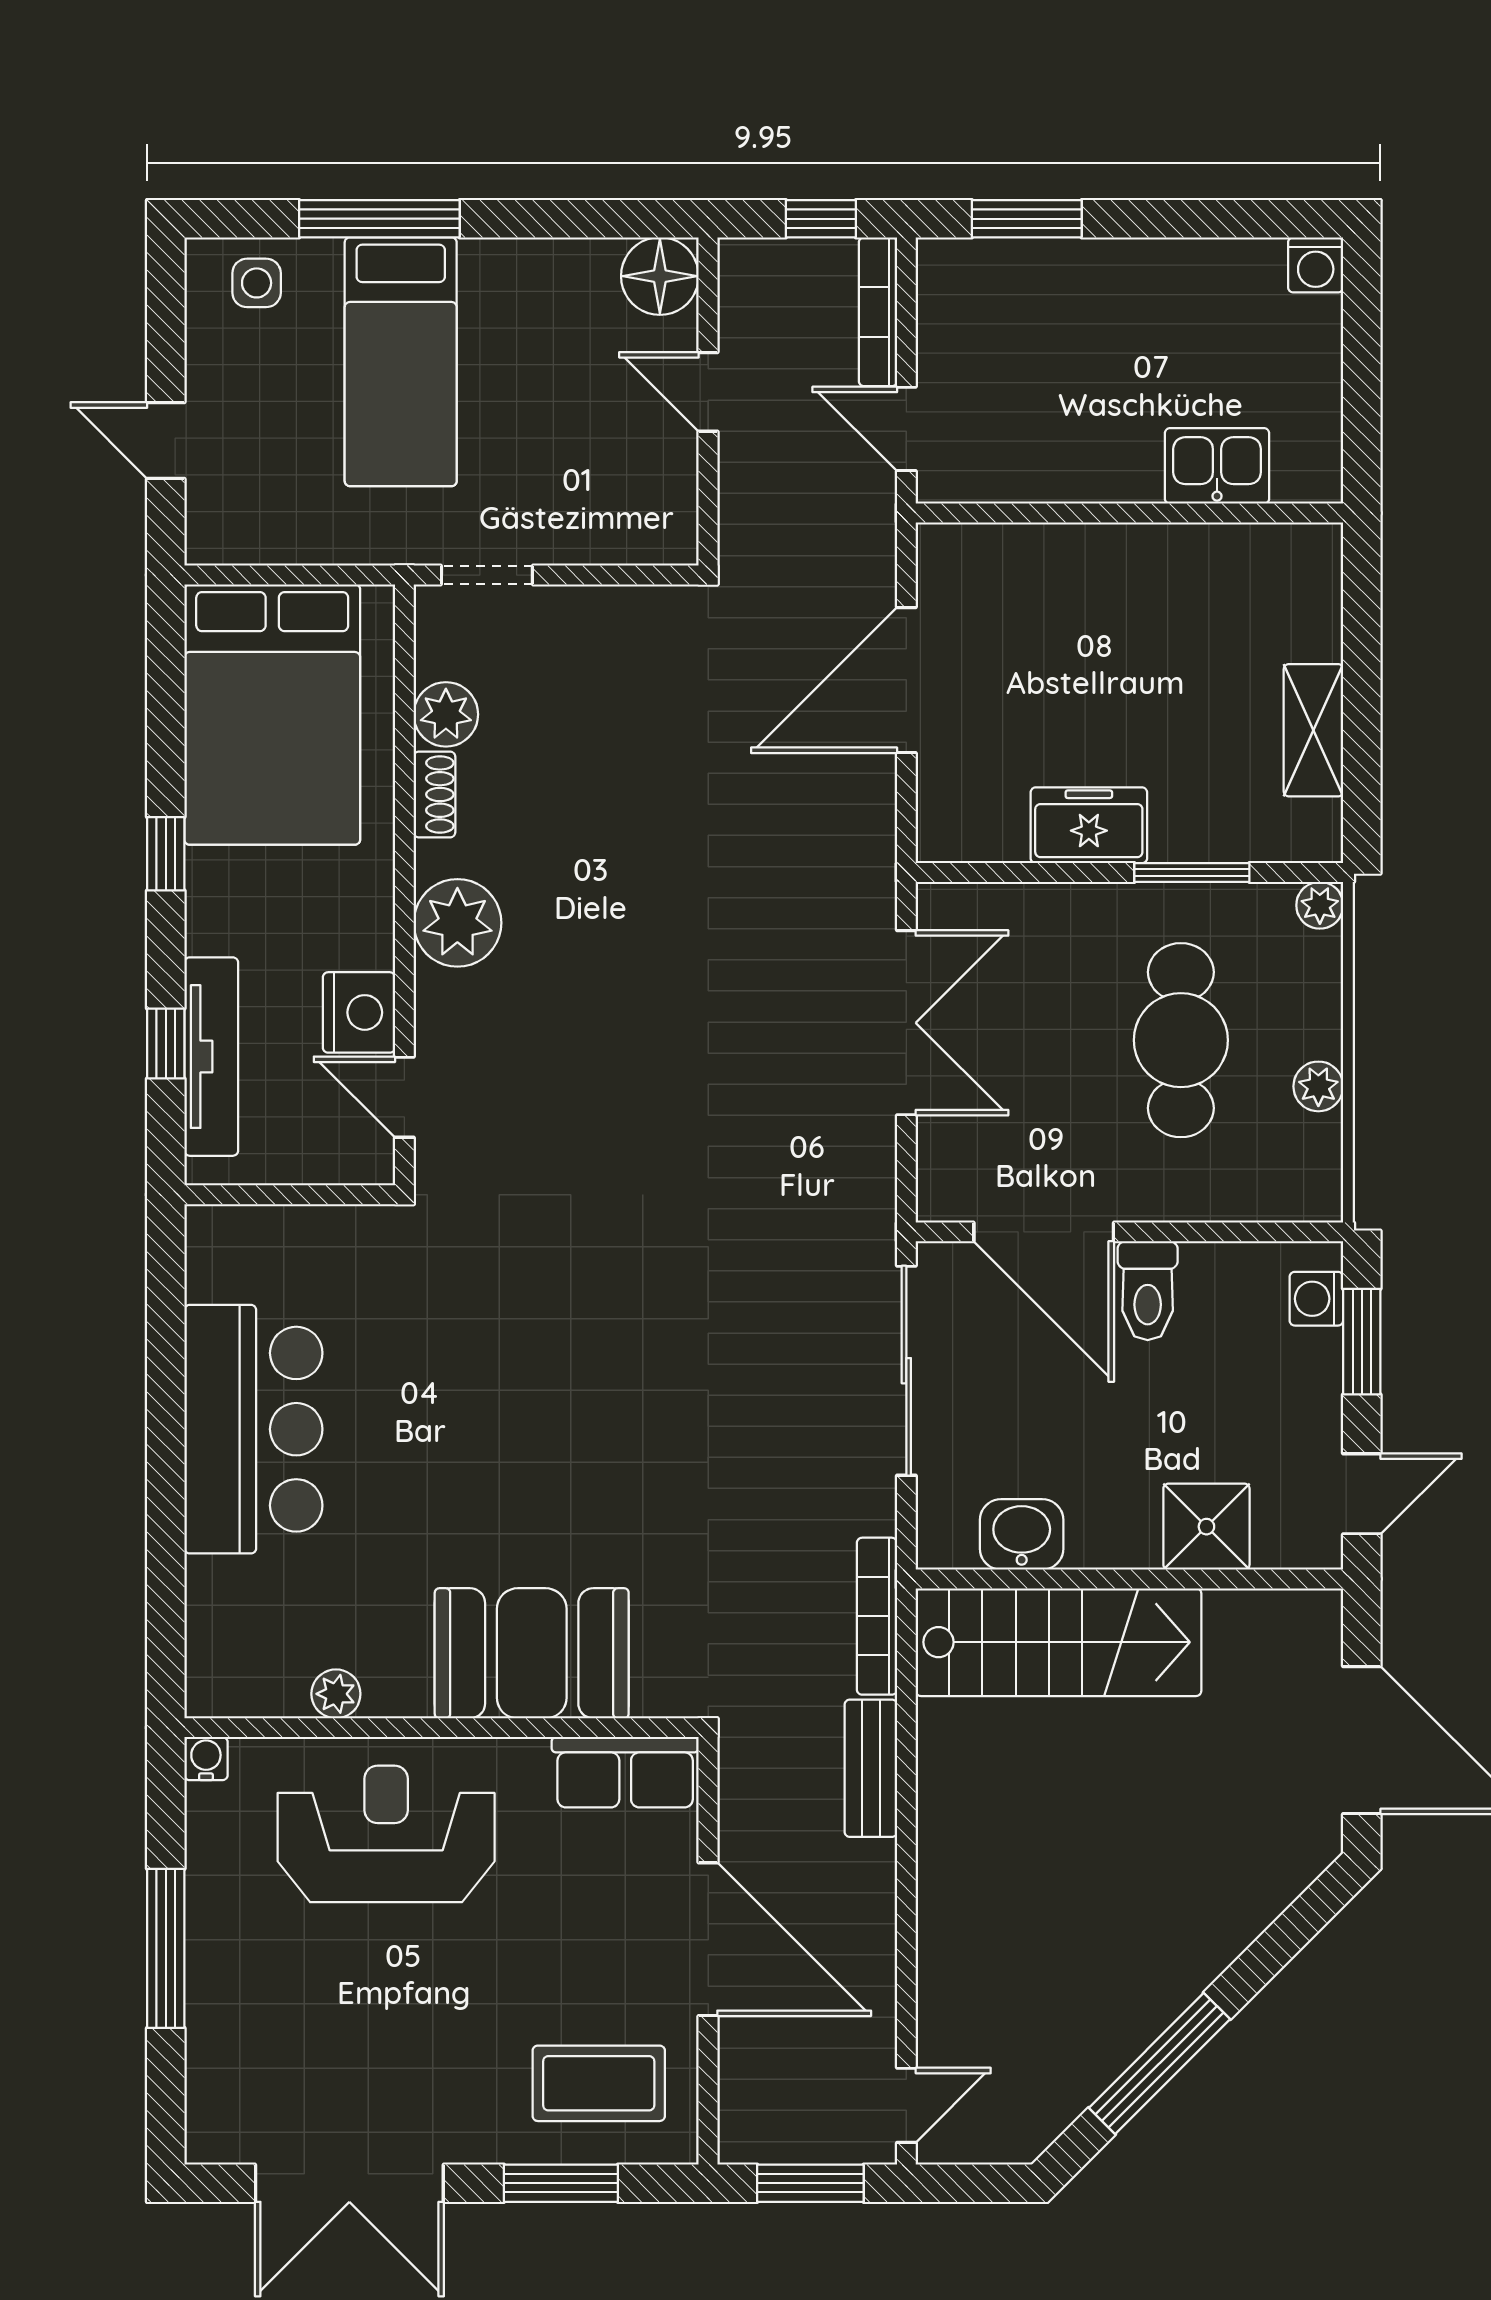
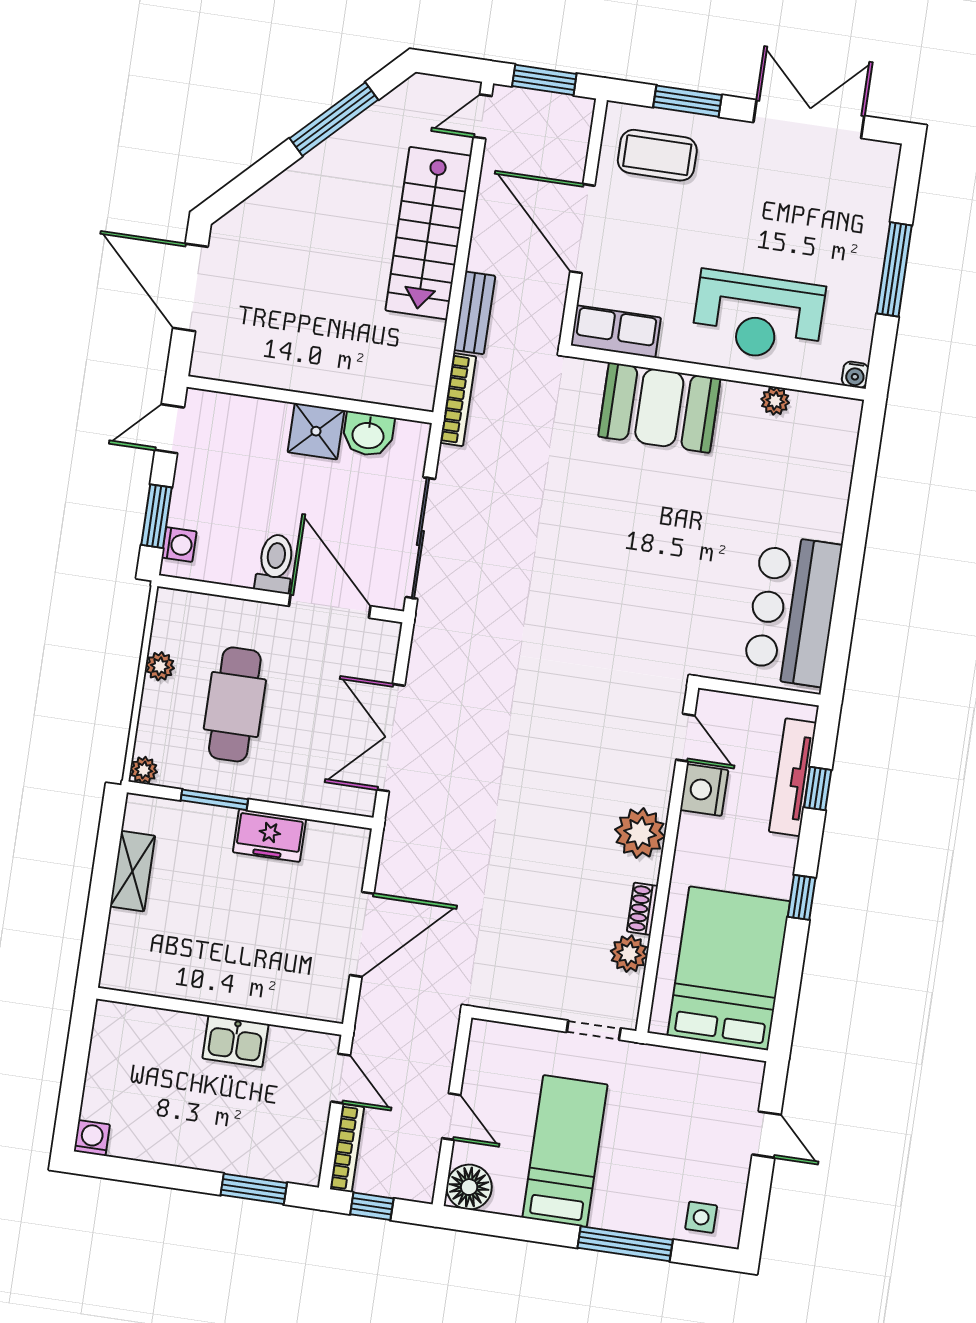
bed: (401, 362) -> (565, 1151), moved
kitchen sink: (1217, 466) -> (235, 1041), moved
bar counter: (253, 1429) -> (793, 610), moved
shower: (1206, 1527) -> (316, 431), moved
stairs: (1058, 1642) -> (428, 233), moved, turned -90

